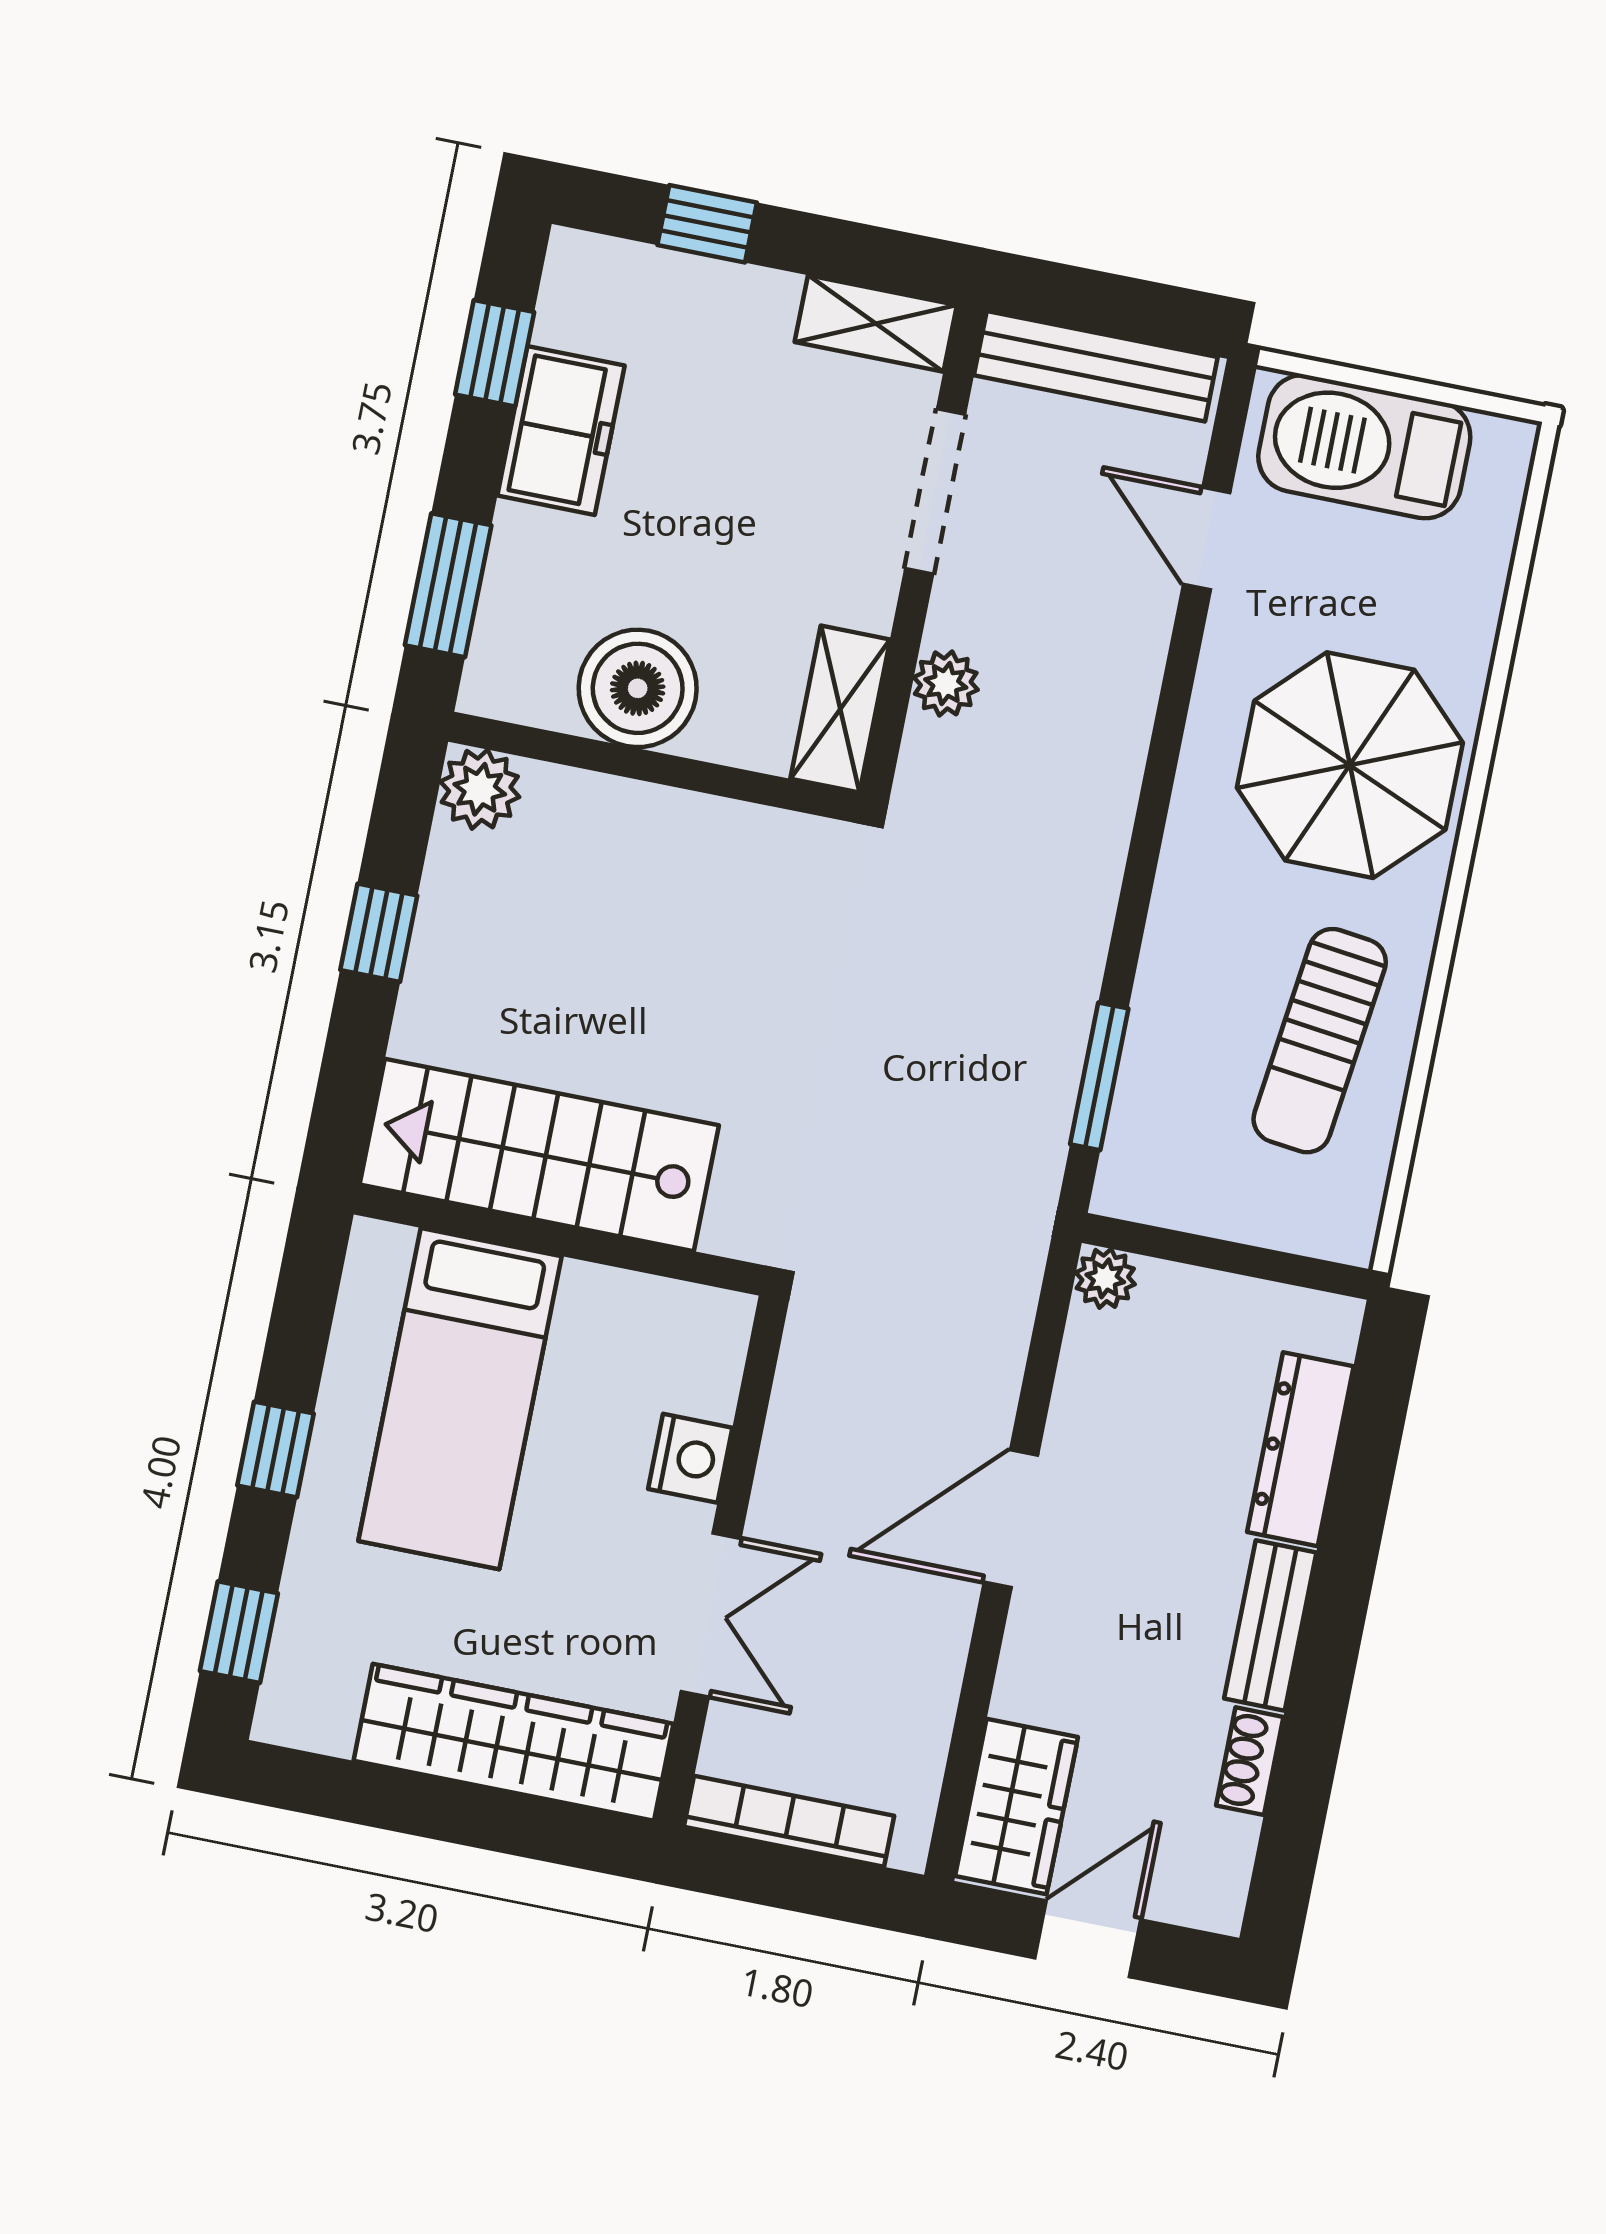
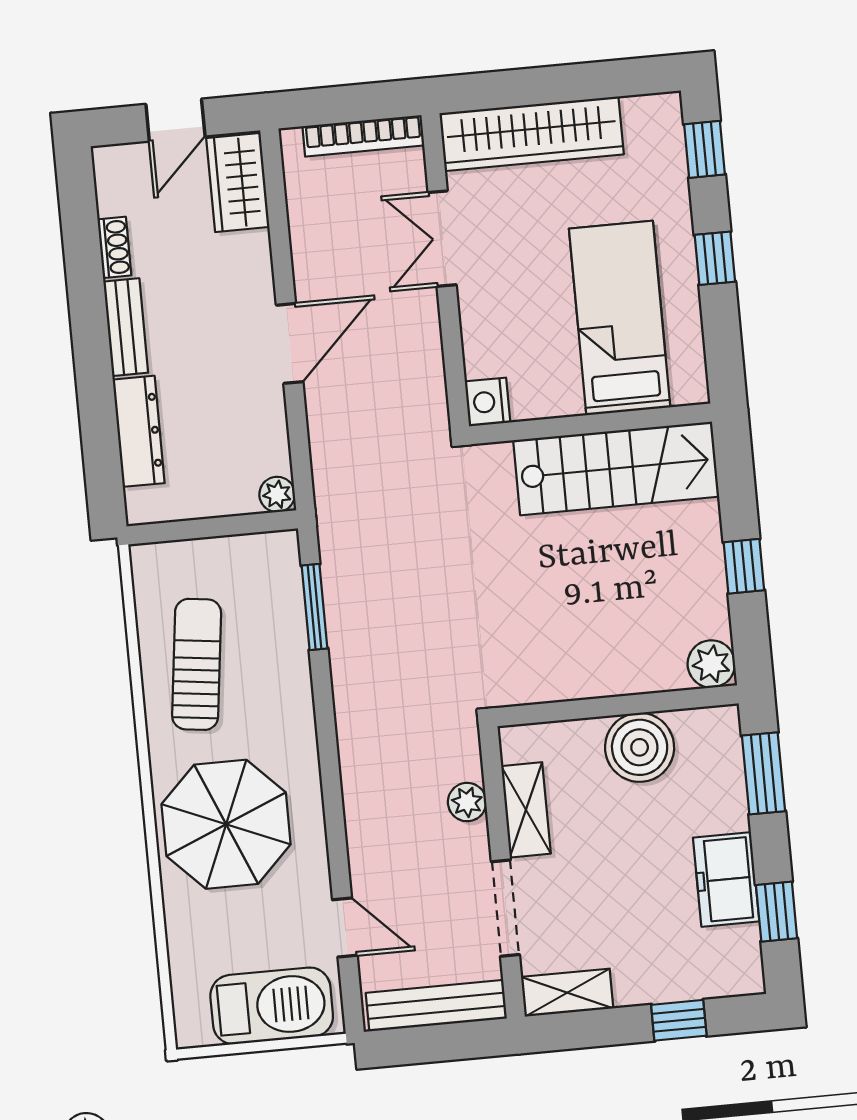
shelving: (840, 709) -> (526, 810), moved
nightstand: (690, 1458) -> (487, 402), moved

